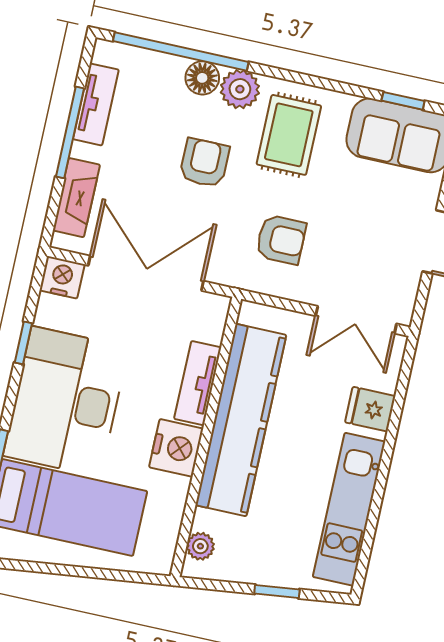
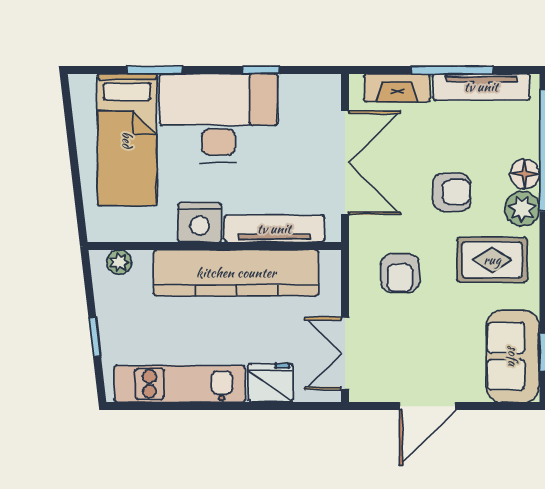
tv unit: (96, 104) -> (481, 87), width x1.41
nightstand: (62, 277) -> (325, 91), removed
tv unit: (198, 383) -> (274, 229), width x1.41
fridge: (370, 409) -> (270, 383), width x1.38

